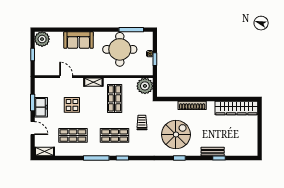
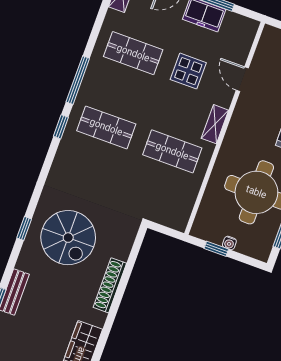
door: (66, 77) -> (242, 79), swing flipped
plant: (145, 86) -> (175, 214), removed
trolley: (142, 122) -> (112, 185), removed
shop shelf: (73, 135) -> (133, 53), turned 90
shop shelf: (115, 135) -> (106, 127), turned 90

